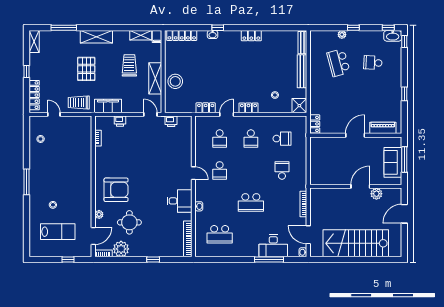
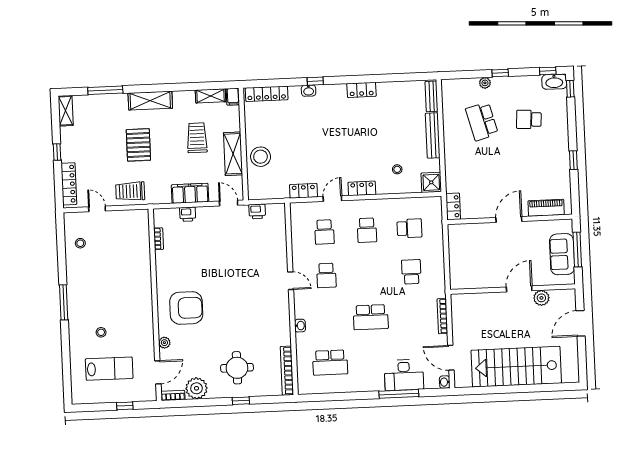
filing cabinet: (108, 106) -> (190, 193), moved
desk: (180, 201) -> (274, 319), removed
round table: (129, 222) -> (237, 368), moved

